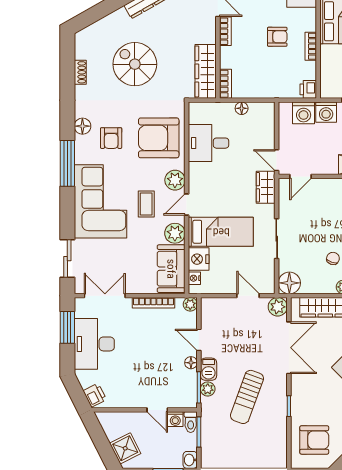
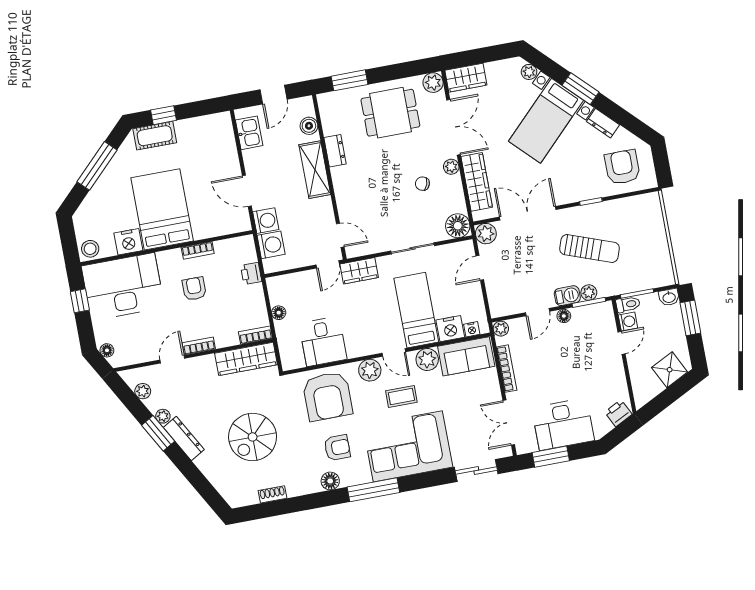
printer: (308, 89) -> (251, 273), moved, turned 90

